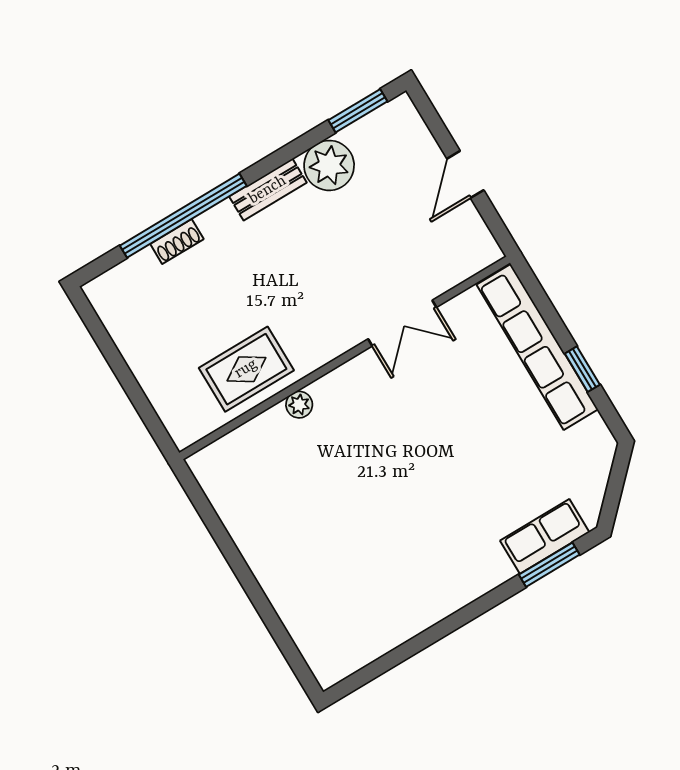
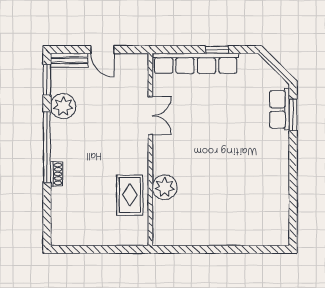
bench: (268, 190) -> (69, 60), moved, turned 90
window: (183, 216) -> (47, 147), moved
shoe rack: (177, 242) -> (56, 174), moved
plant: (299, 405) -> (165, 187), width x1.87, depth x1.87

